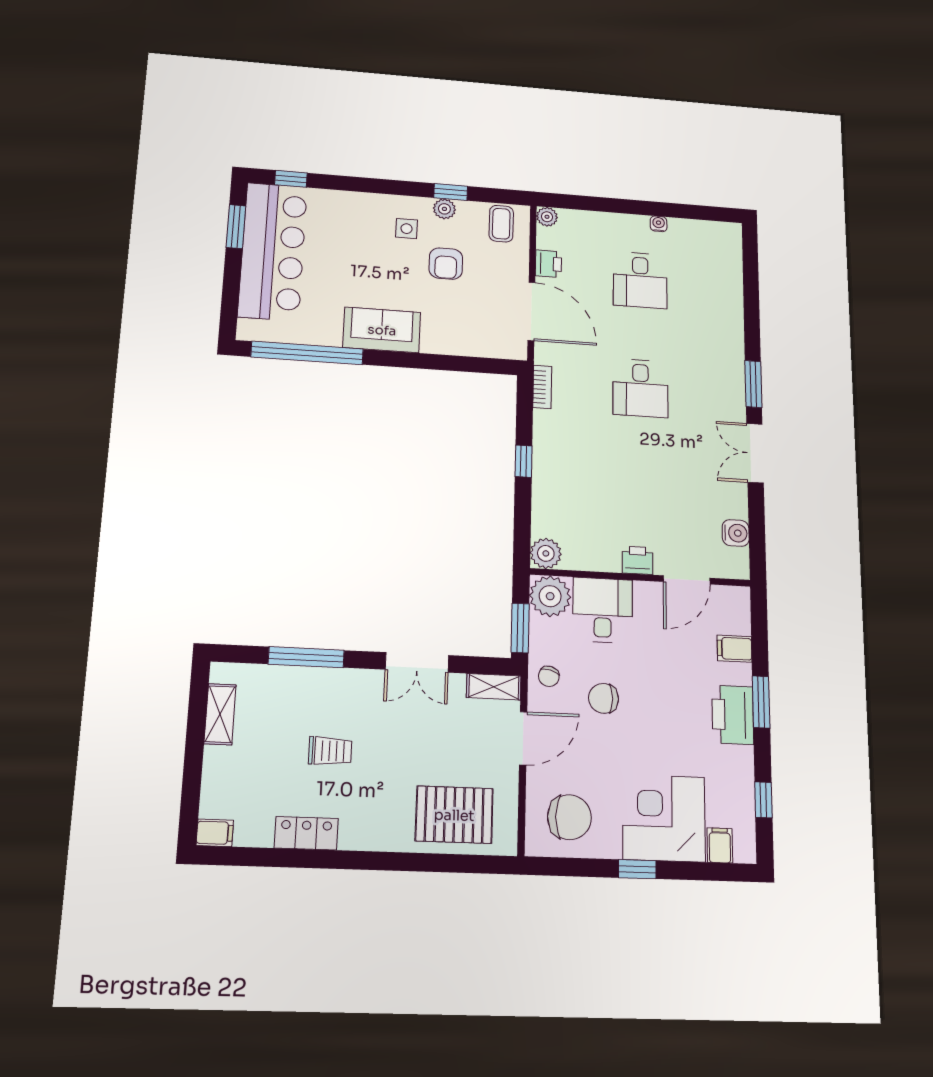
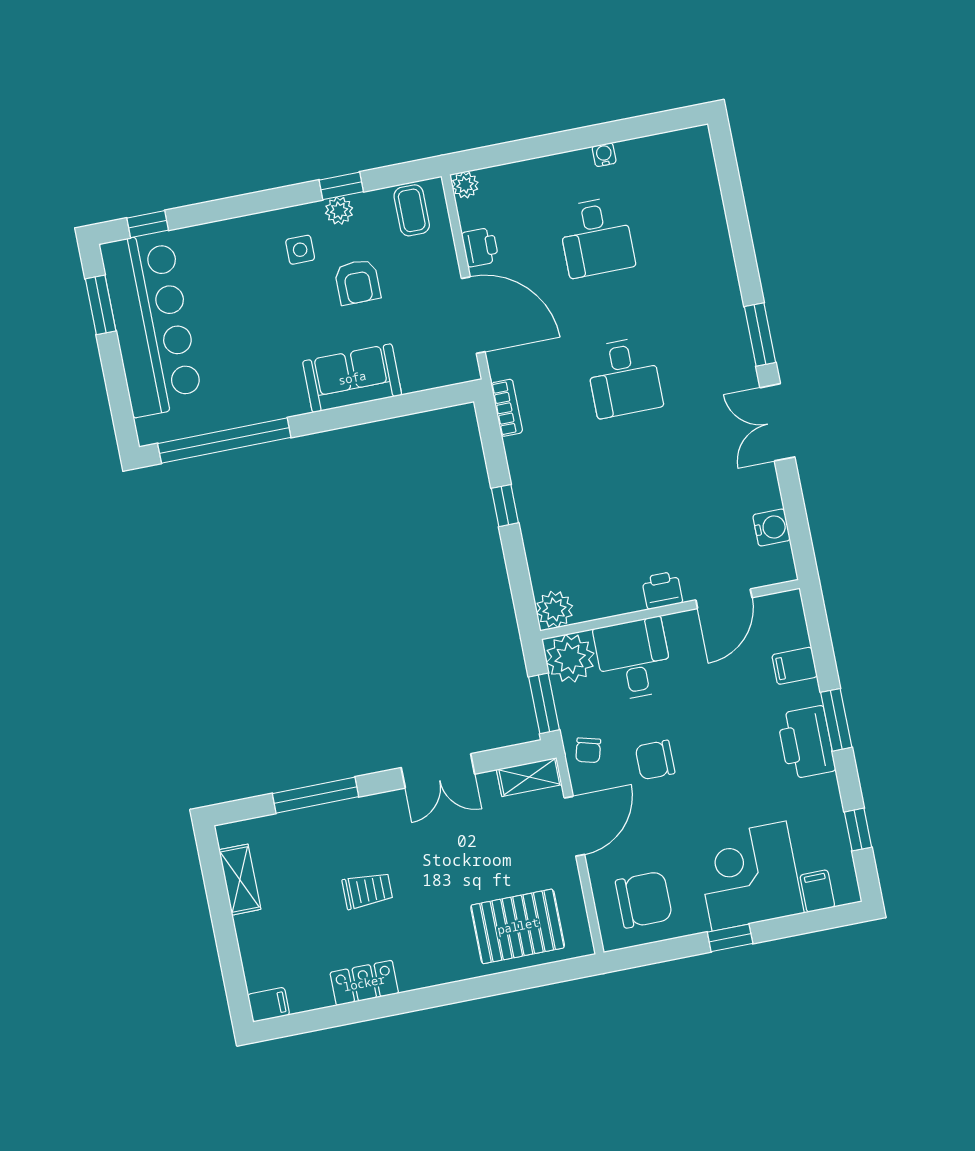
sofa: (382, 330) -> (352, 378), moved

